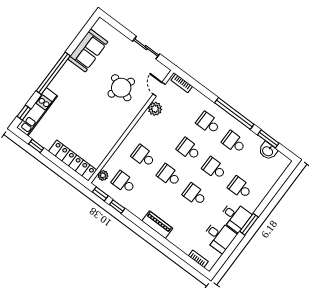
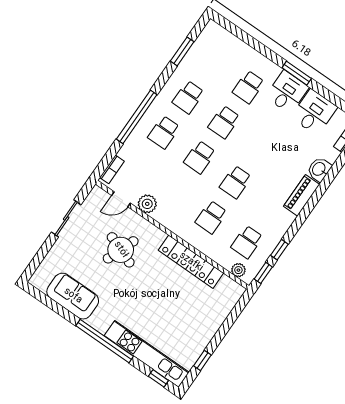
kitchen unit: (37, 112) -> (147, 354), width x1.36
window: (234, 114) -> (137, 117), moved
washbasin: (268, 151) -> (319, 169), moved, turned 180
locker: (73, 161) -> (191, 262), moved, turned -90
school desk: (195, 195) -> (260, 147), removed

